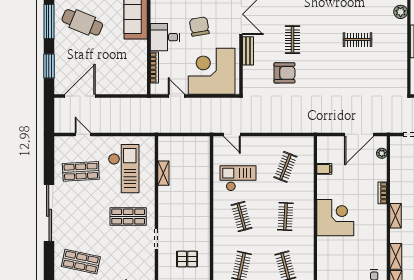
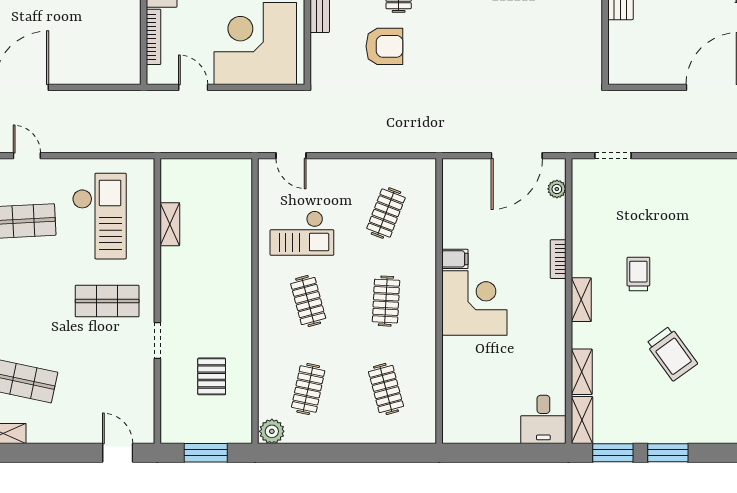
filing cabinet: (324, 169) -> (455, 259), moved
checkout: (238, 178) -> (302, 233), turned 180
pallet: (187, 259) -> (212, 376), turned 90

